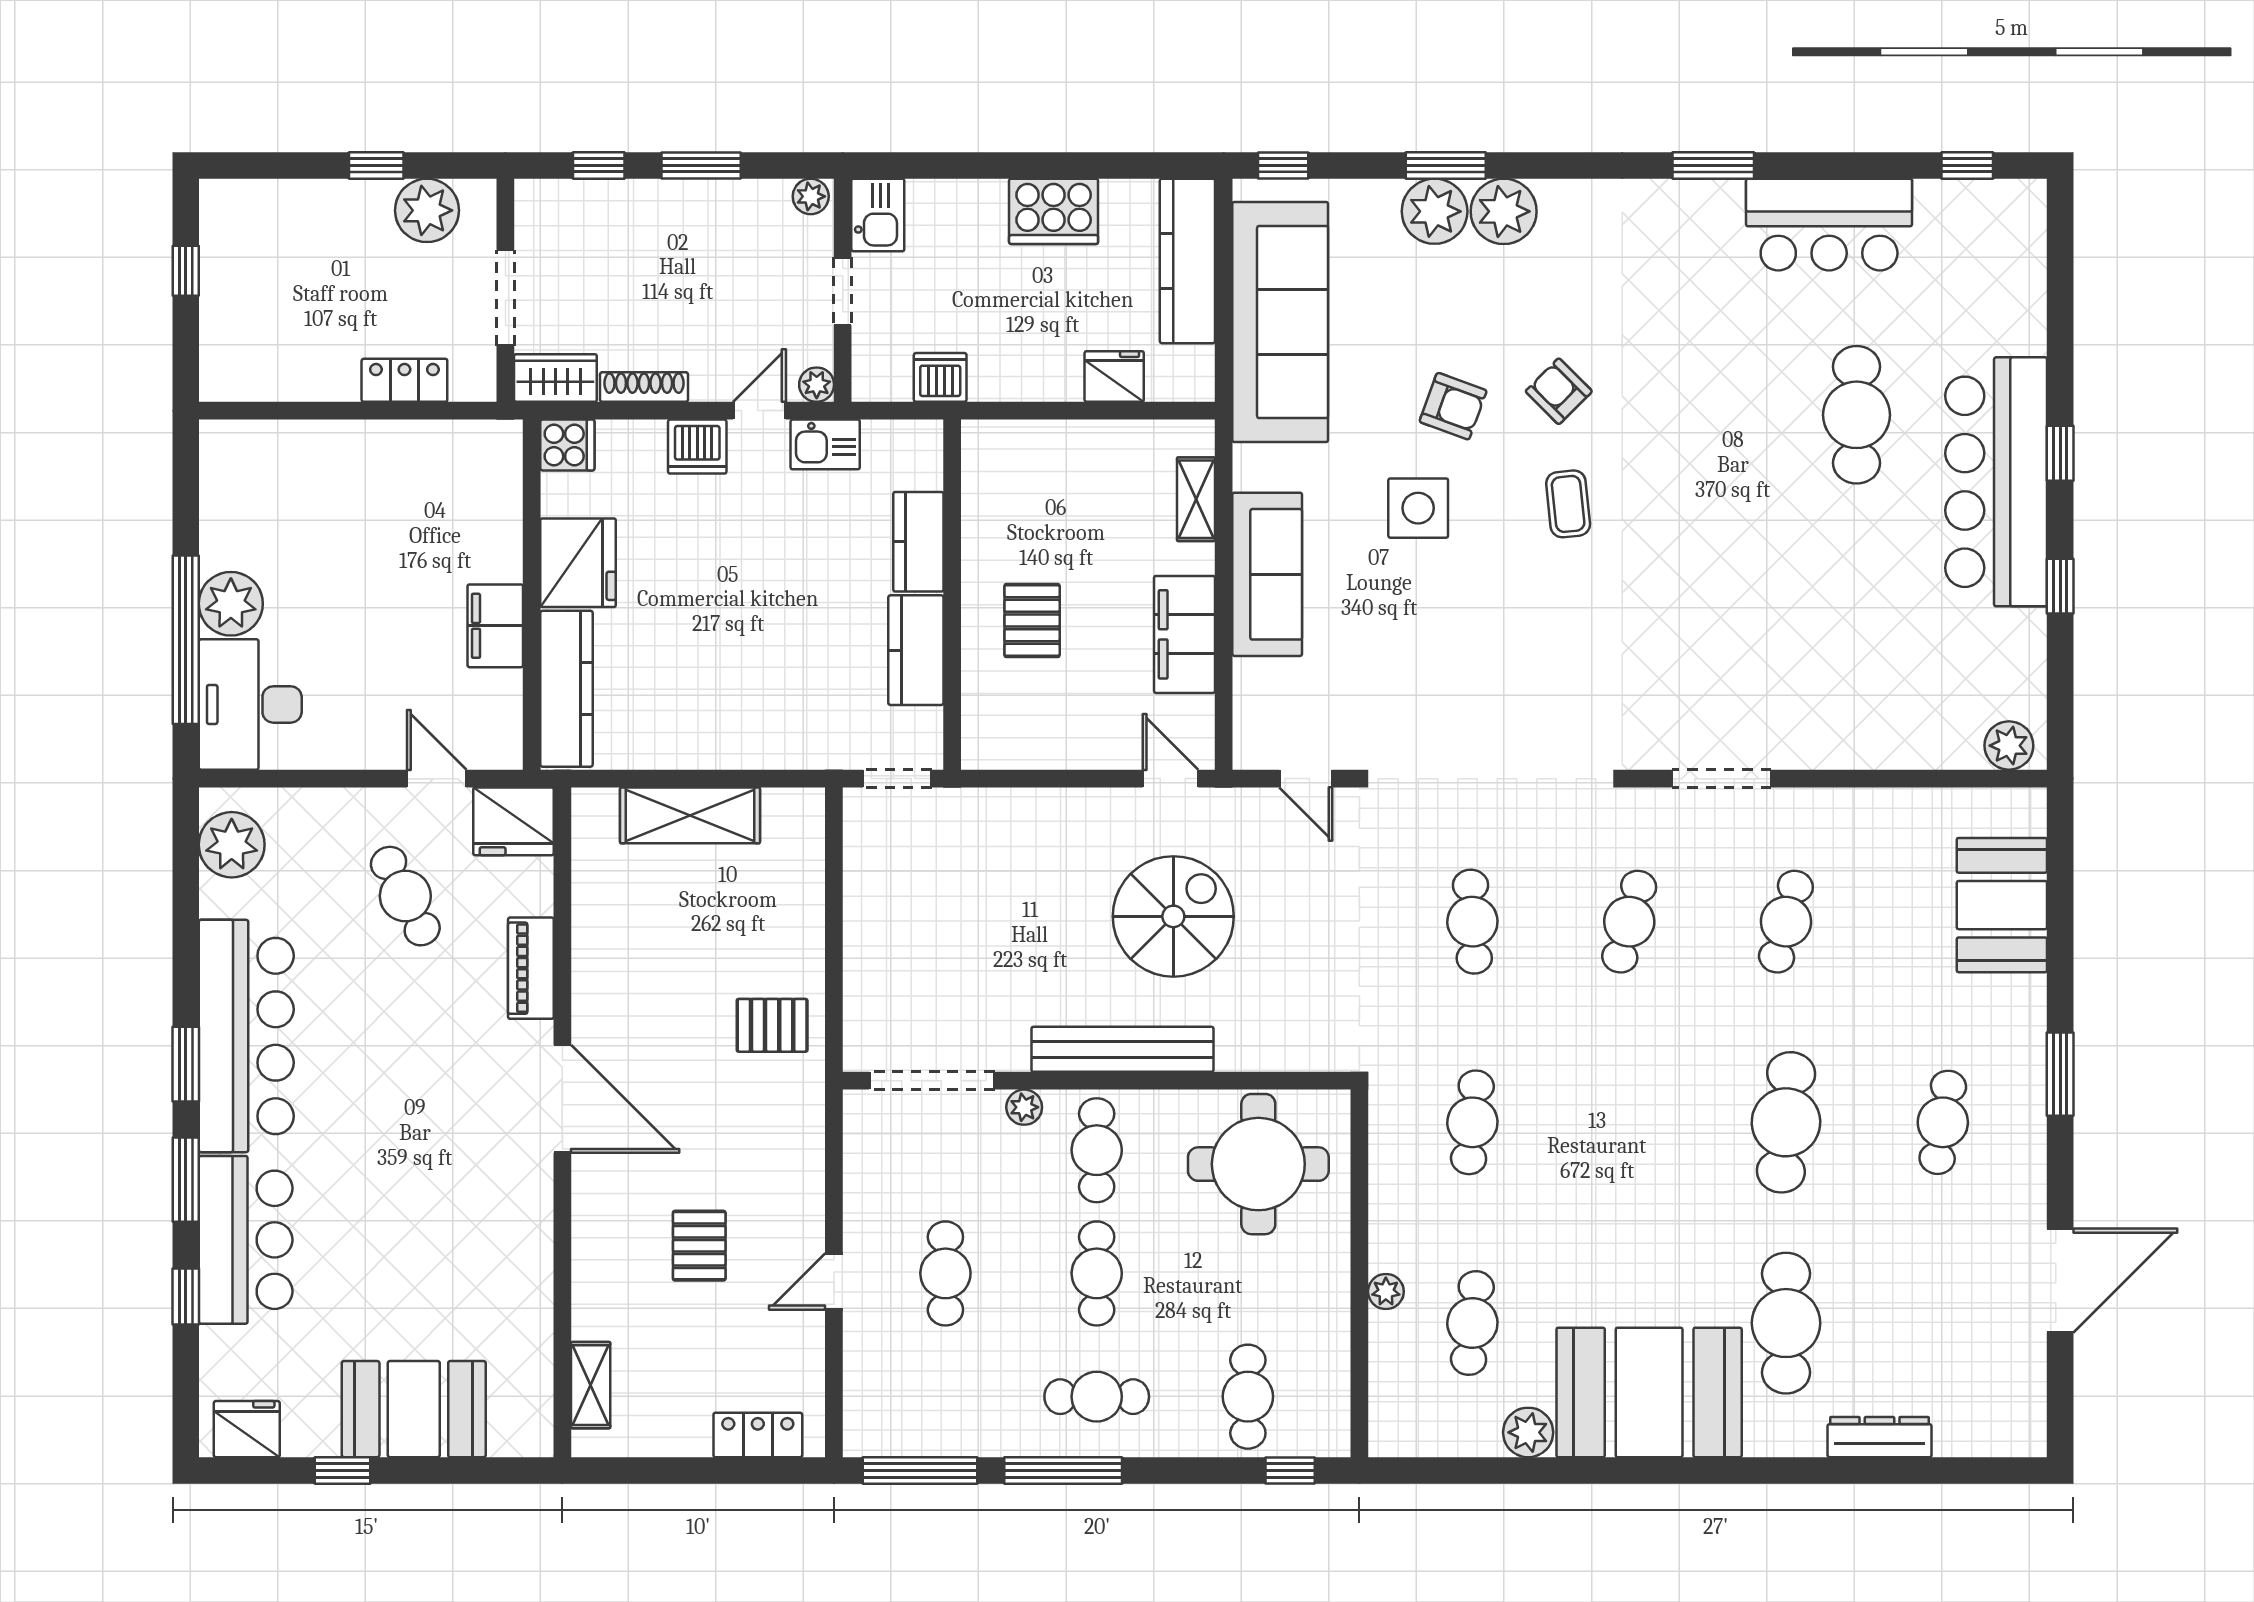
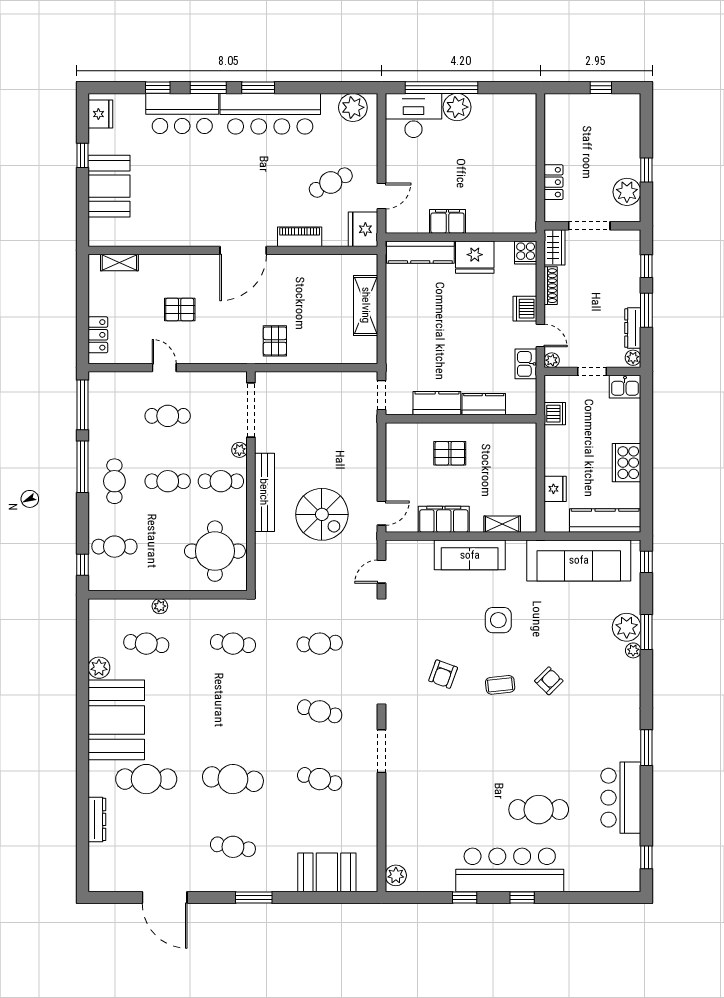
dresser: (742, 197) -> (633, 328), added
plant: (1504, 211) -> (633, 650), width x0.53, depth x0.53
armchair: (1453, 406) -> (443, 674), moved

